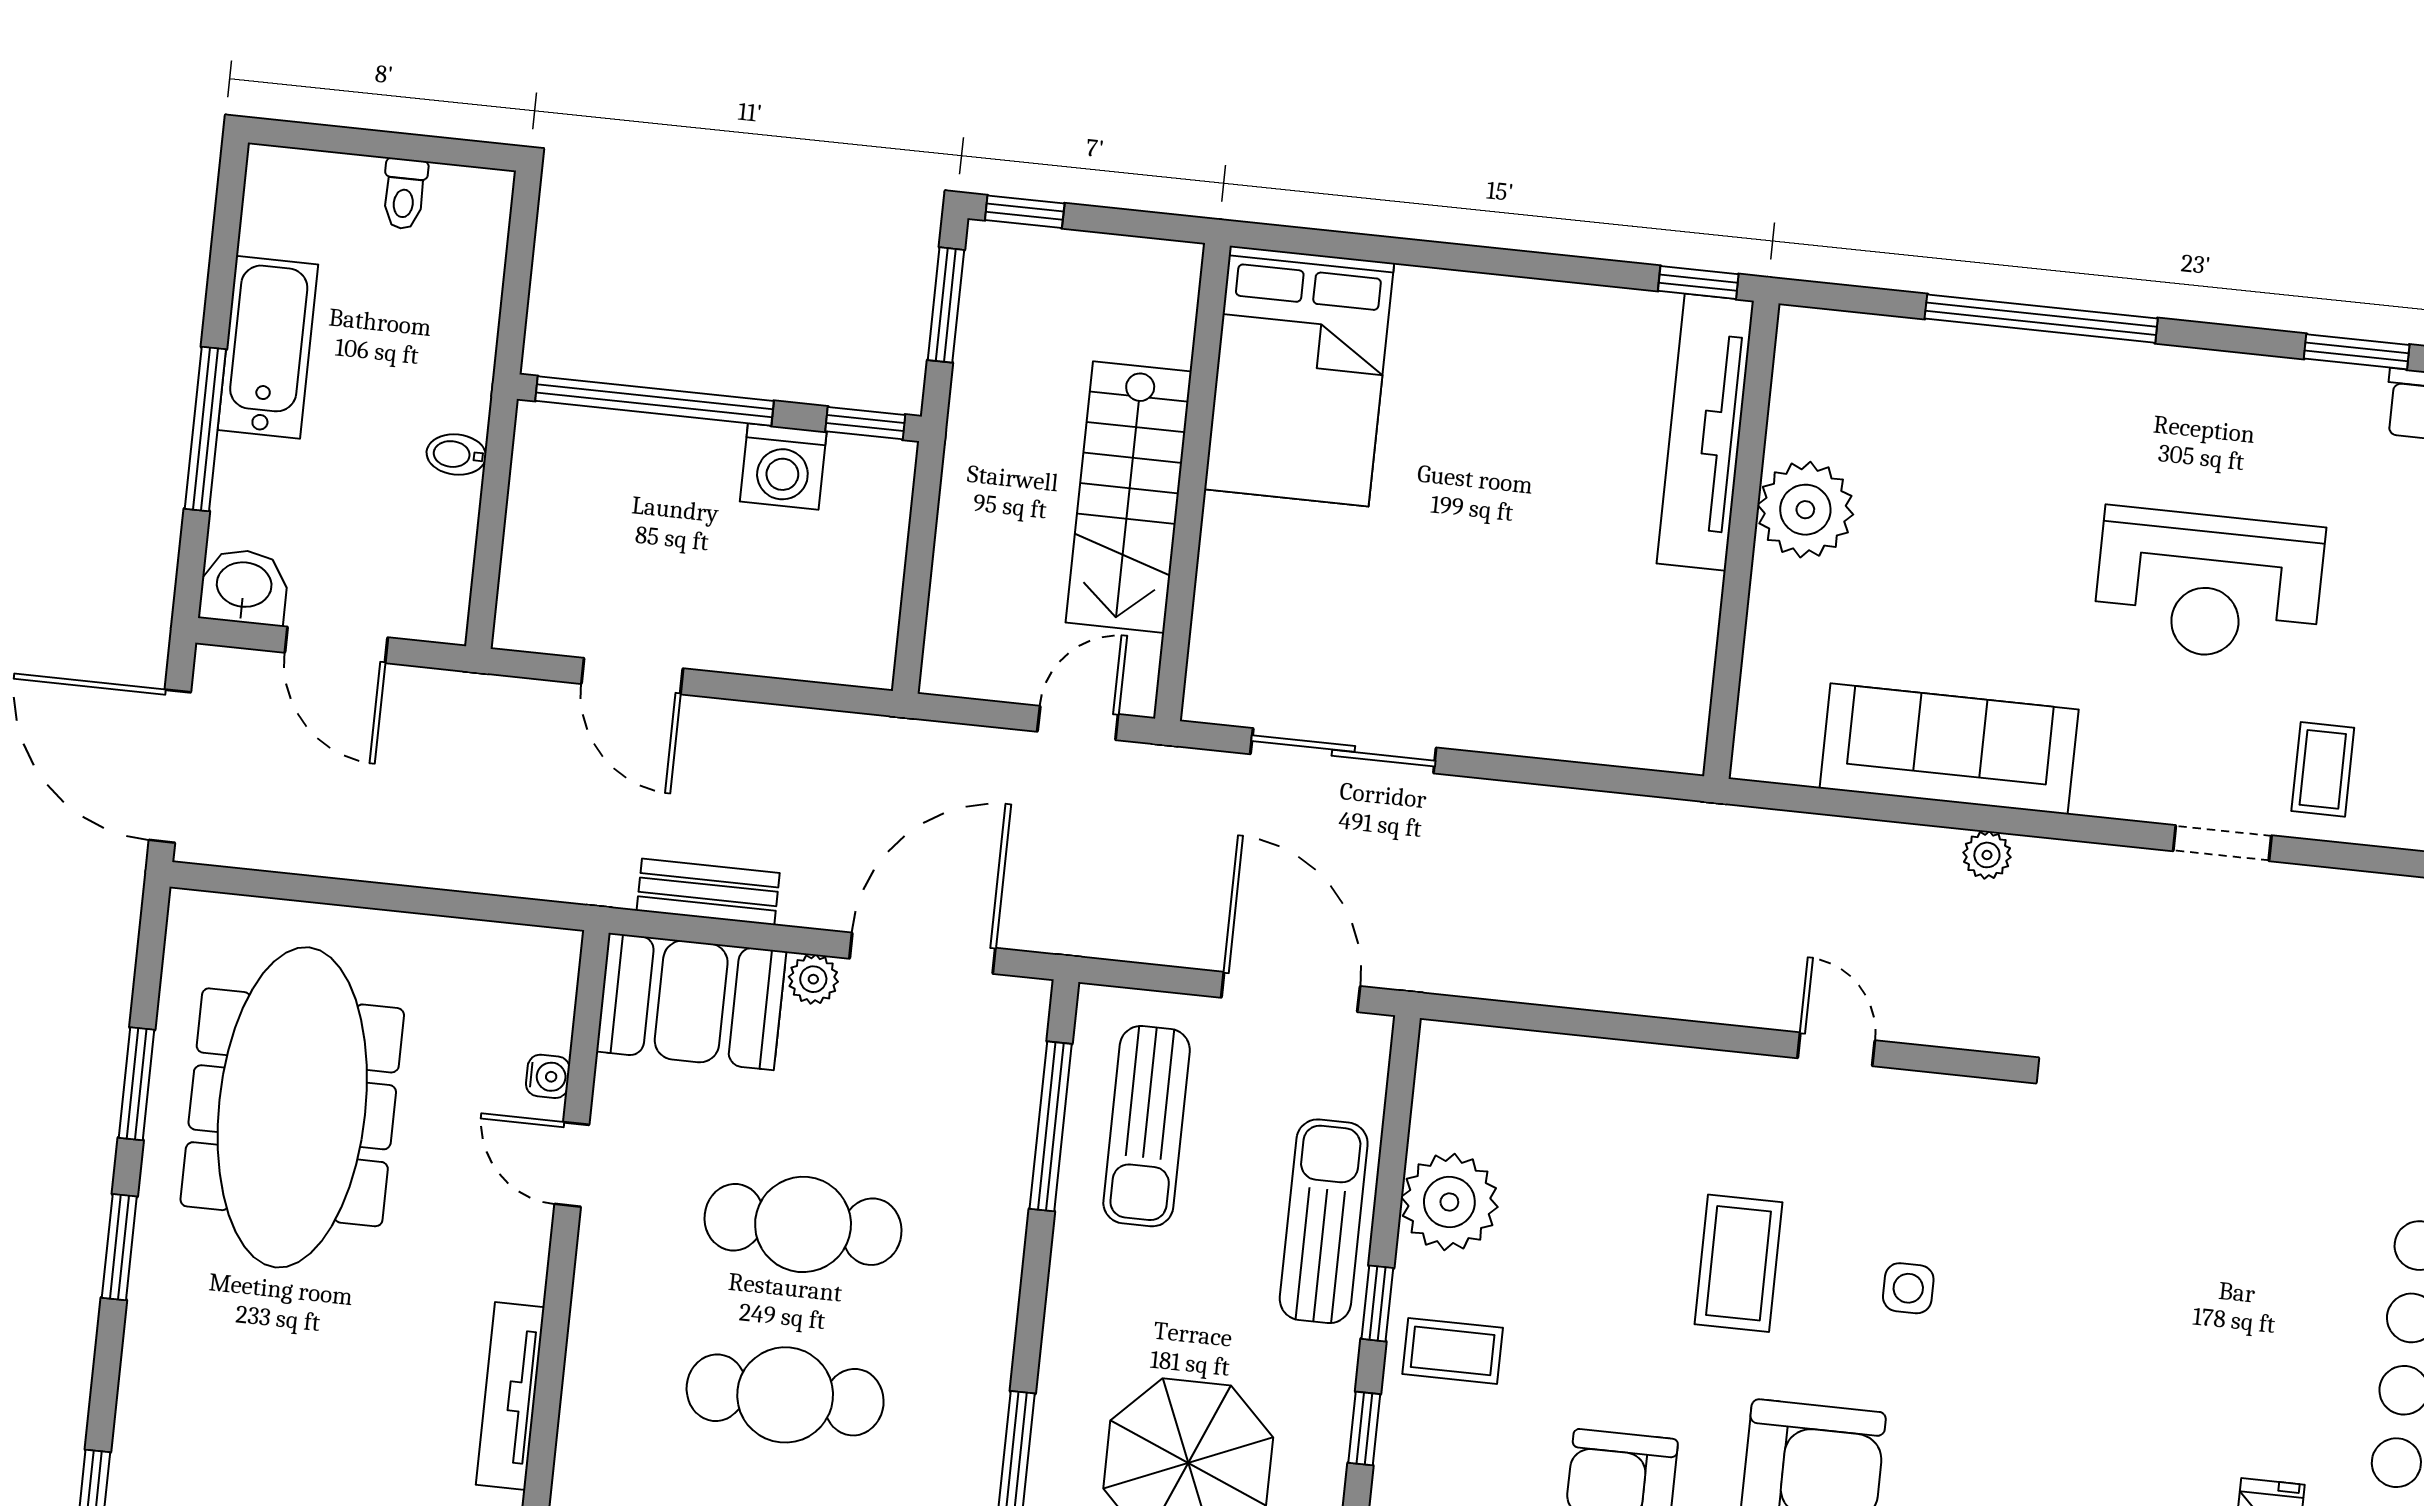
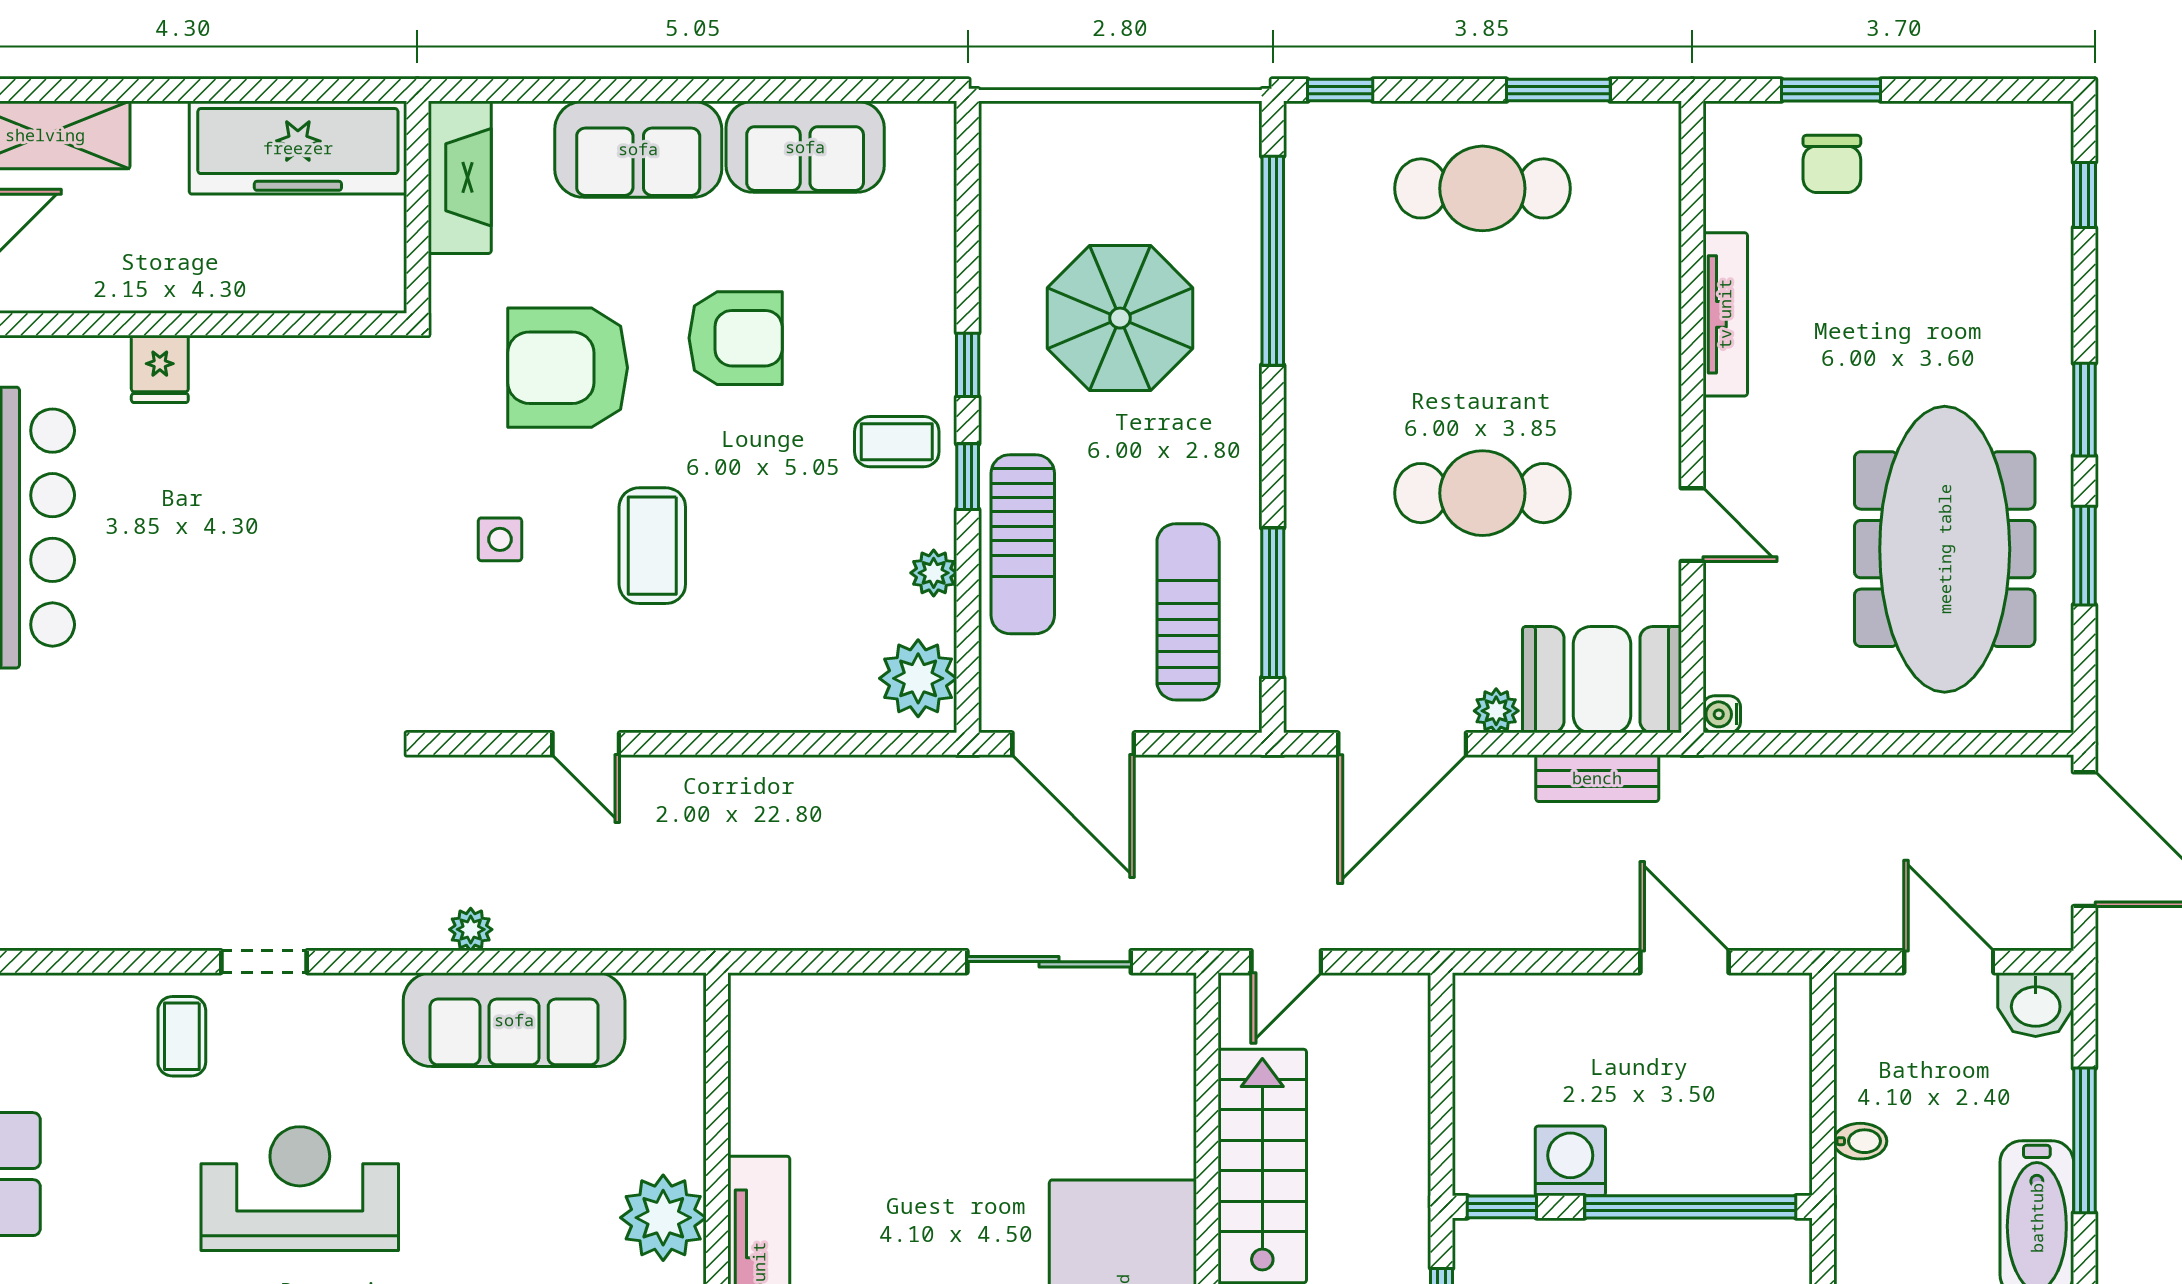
water cooler: (548, 1076) -> (1722, 714), moved
plant: (1457, 1084) -> (918, 678), added
plant: (1449, 1202) -> (934, 573), width x0.53, depth x0.53
cafe table: (785, 1395) -> (1482, 341), removed

